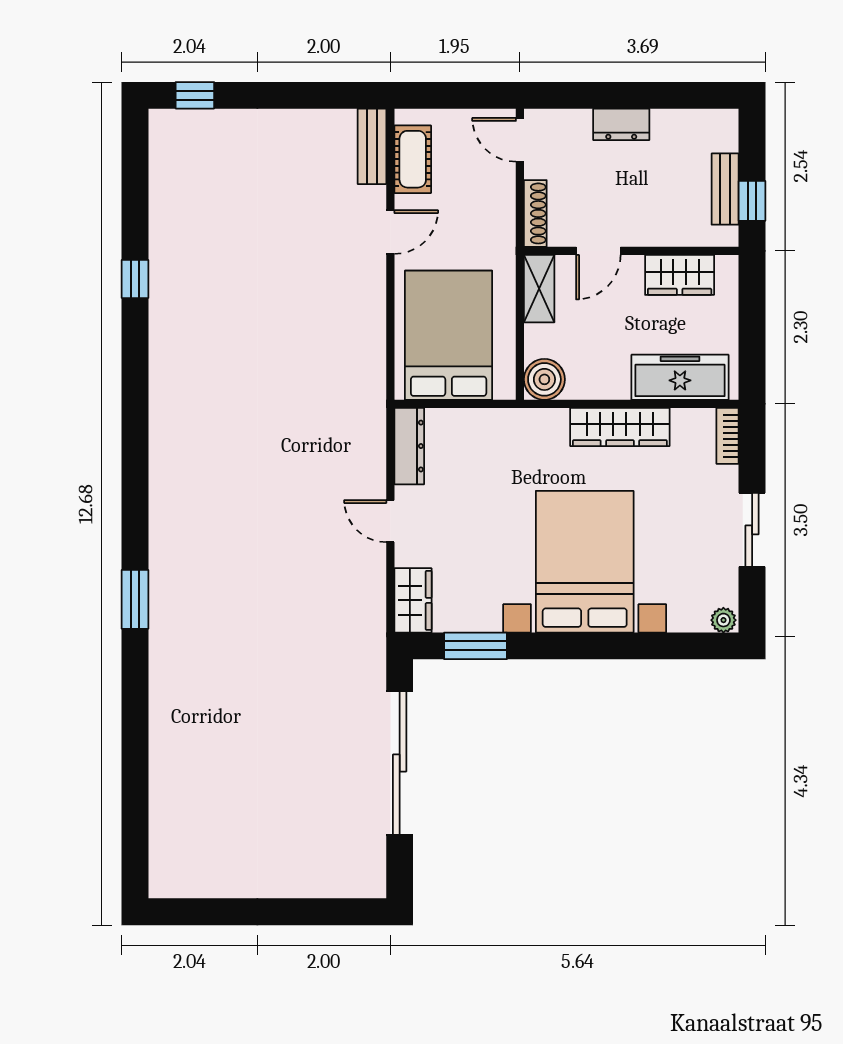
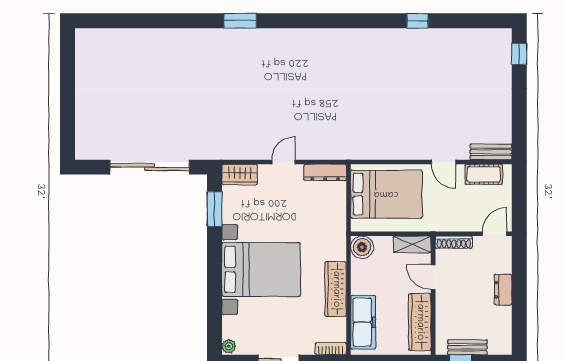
wardrobe: (680, 275) -> (420, 322), width x1.50

